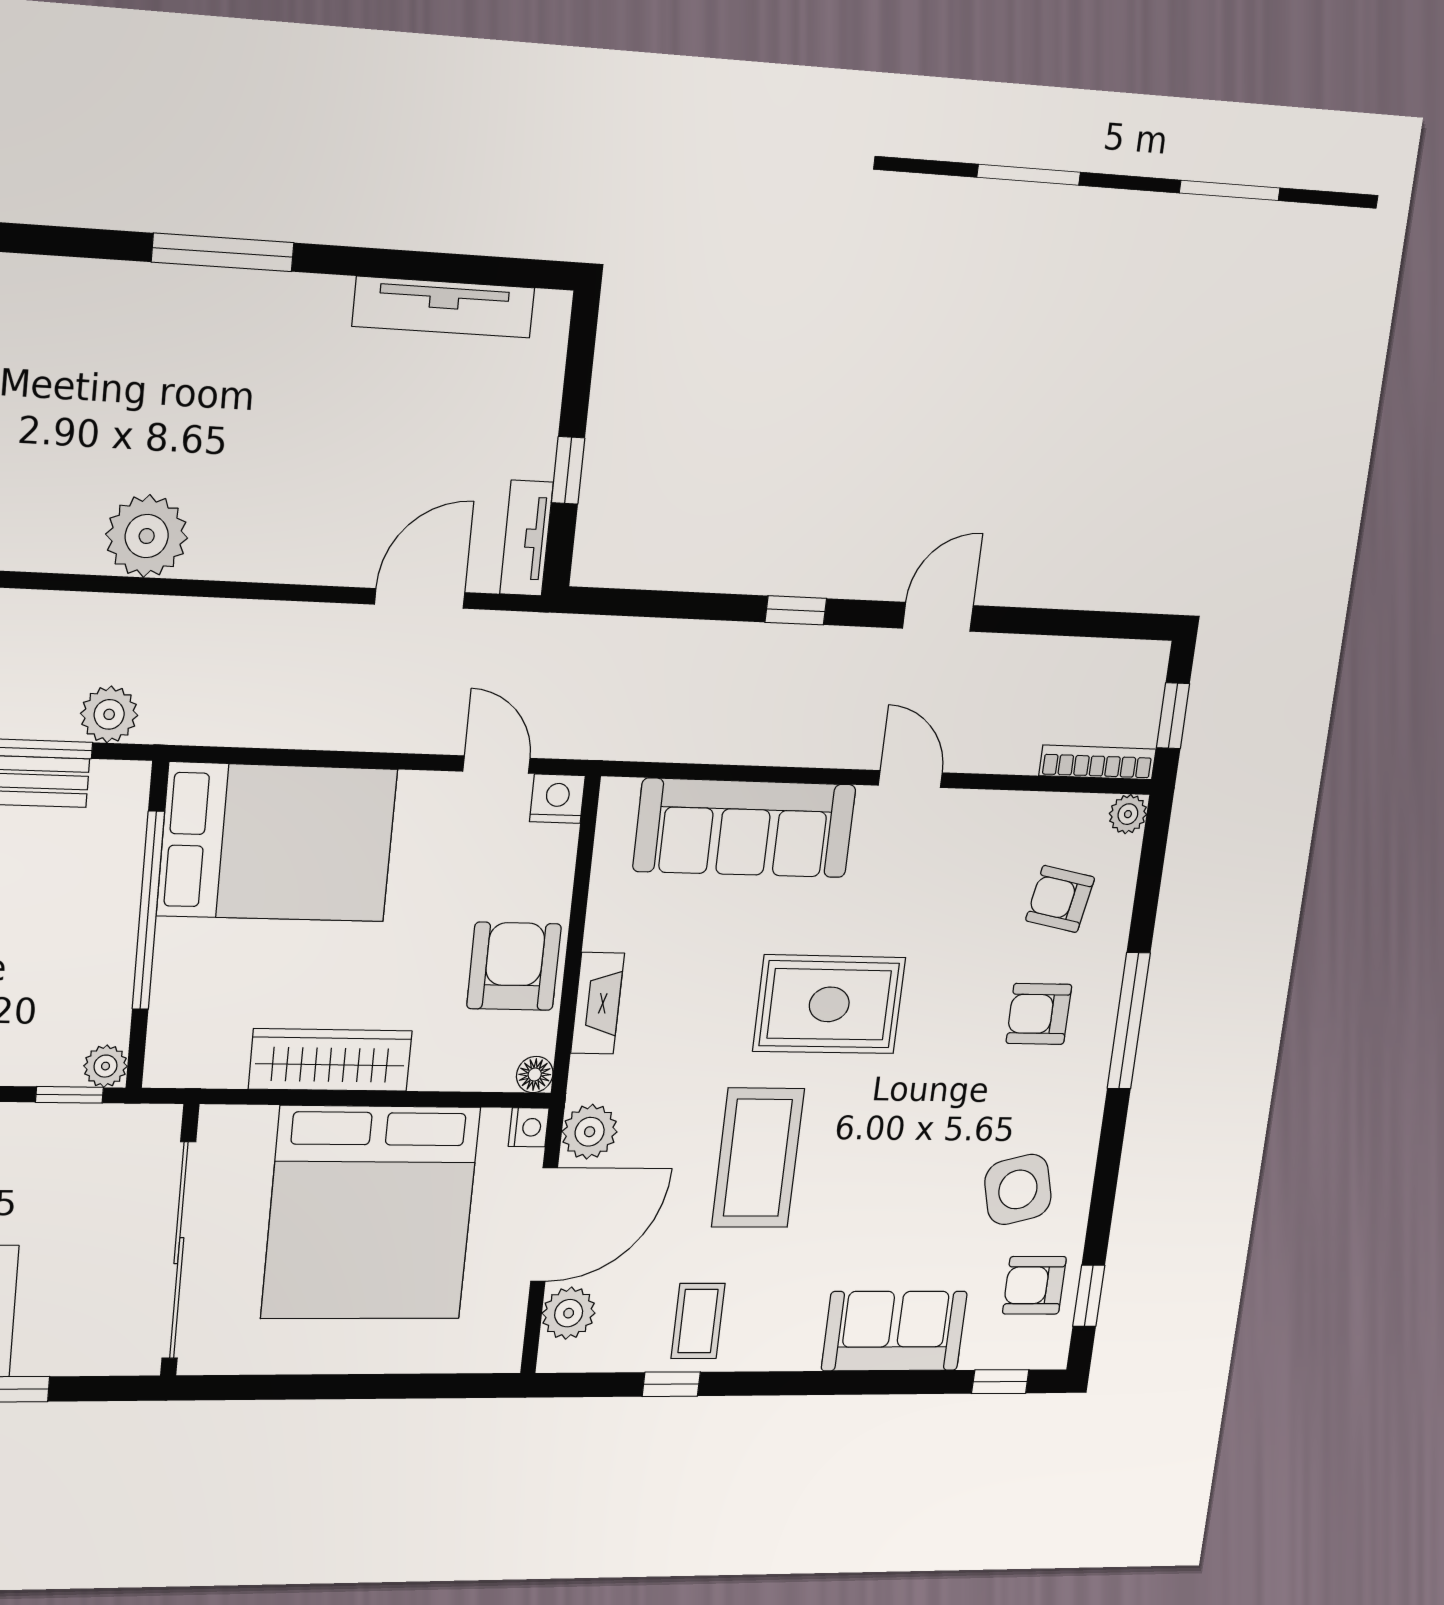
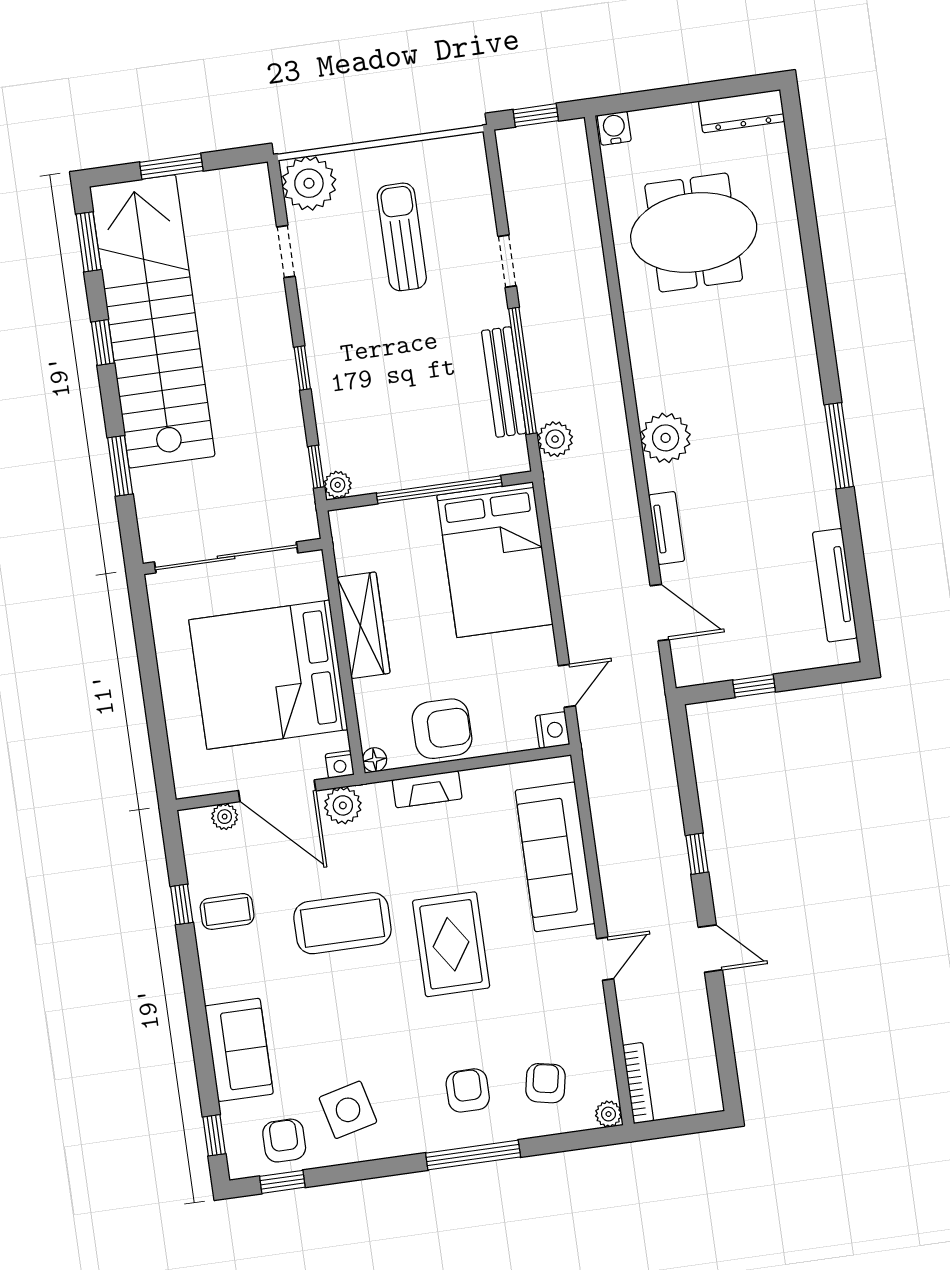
tv unit: (526, 538) -> (667, 528), moved, turned 90
window: (1173, 716) -> (677, 1126), removed
plant: (569, 1313) -> (225, 817), width x0.73, depth x0.73

